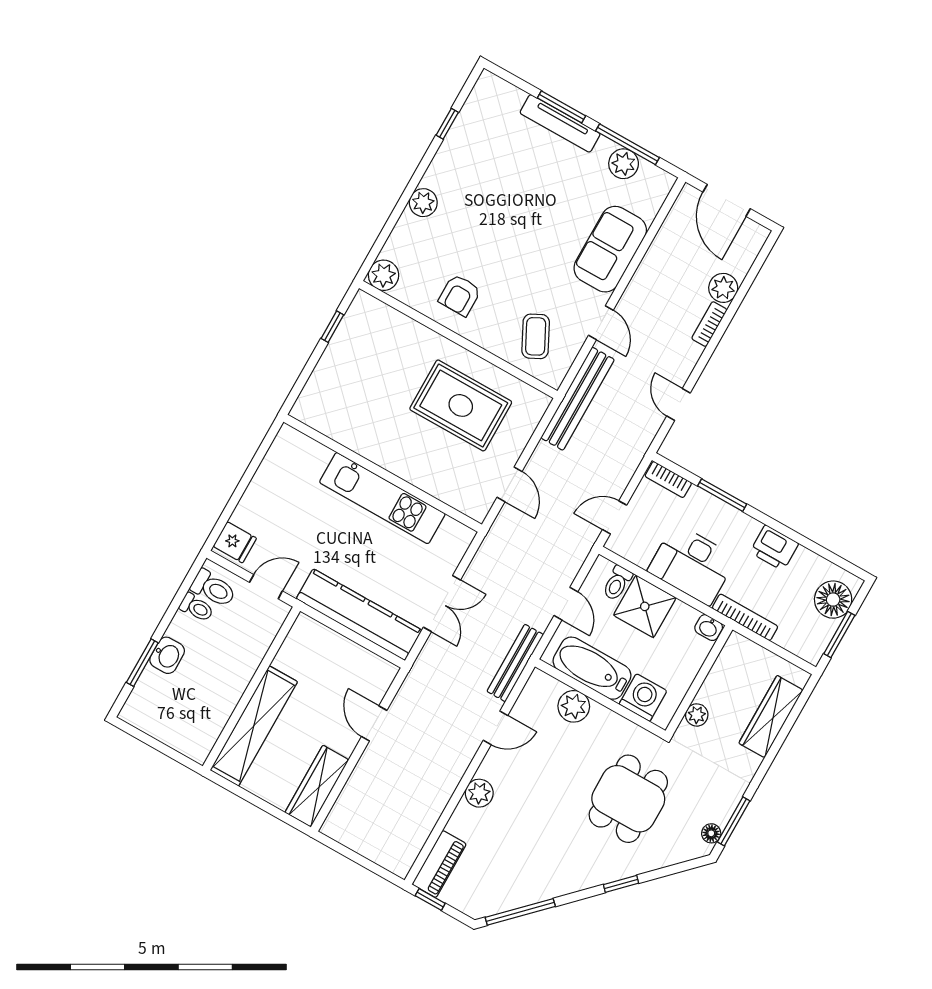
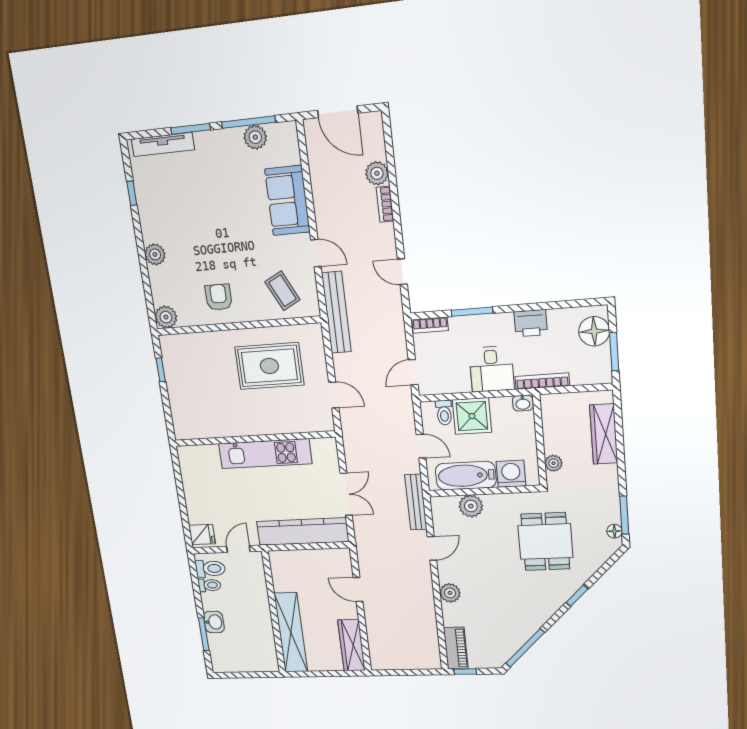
tv unit: (560, 123) -> (163, 144), moved
armchair: (460, 295) -> (219, 297), turned 180
desk: (692, 564) -> (492, 369), width x0.73

